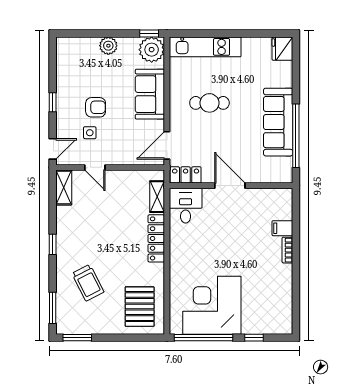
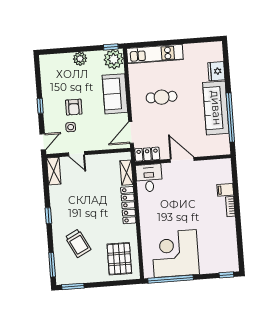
fridge: (282, 49) -> (216, 71), moved
armchair: (96, 107) -> (74, 107), turned 90
window: (254, 338) -> (226, 275), moved

